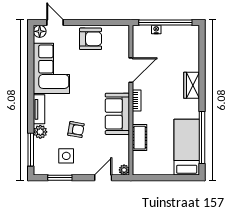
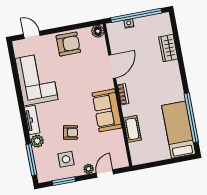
floor lamp: (40, 31) -> (98, 31), moved
wardrobe: (192, 85) -> (168, 48), moved
plant: (124, 170) -> (89, 169), moved

